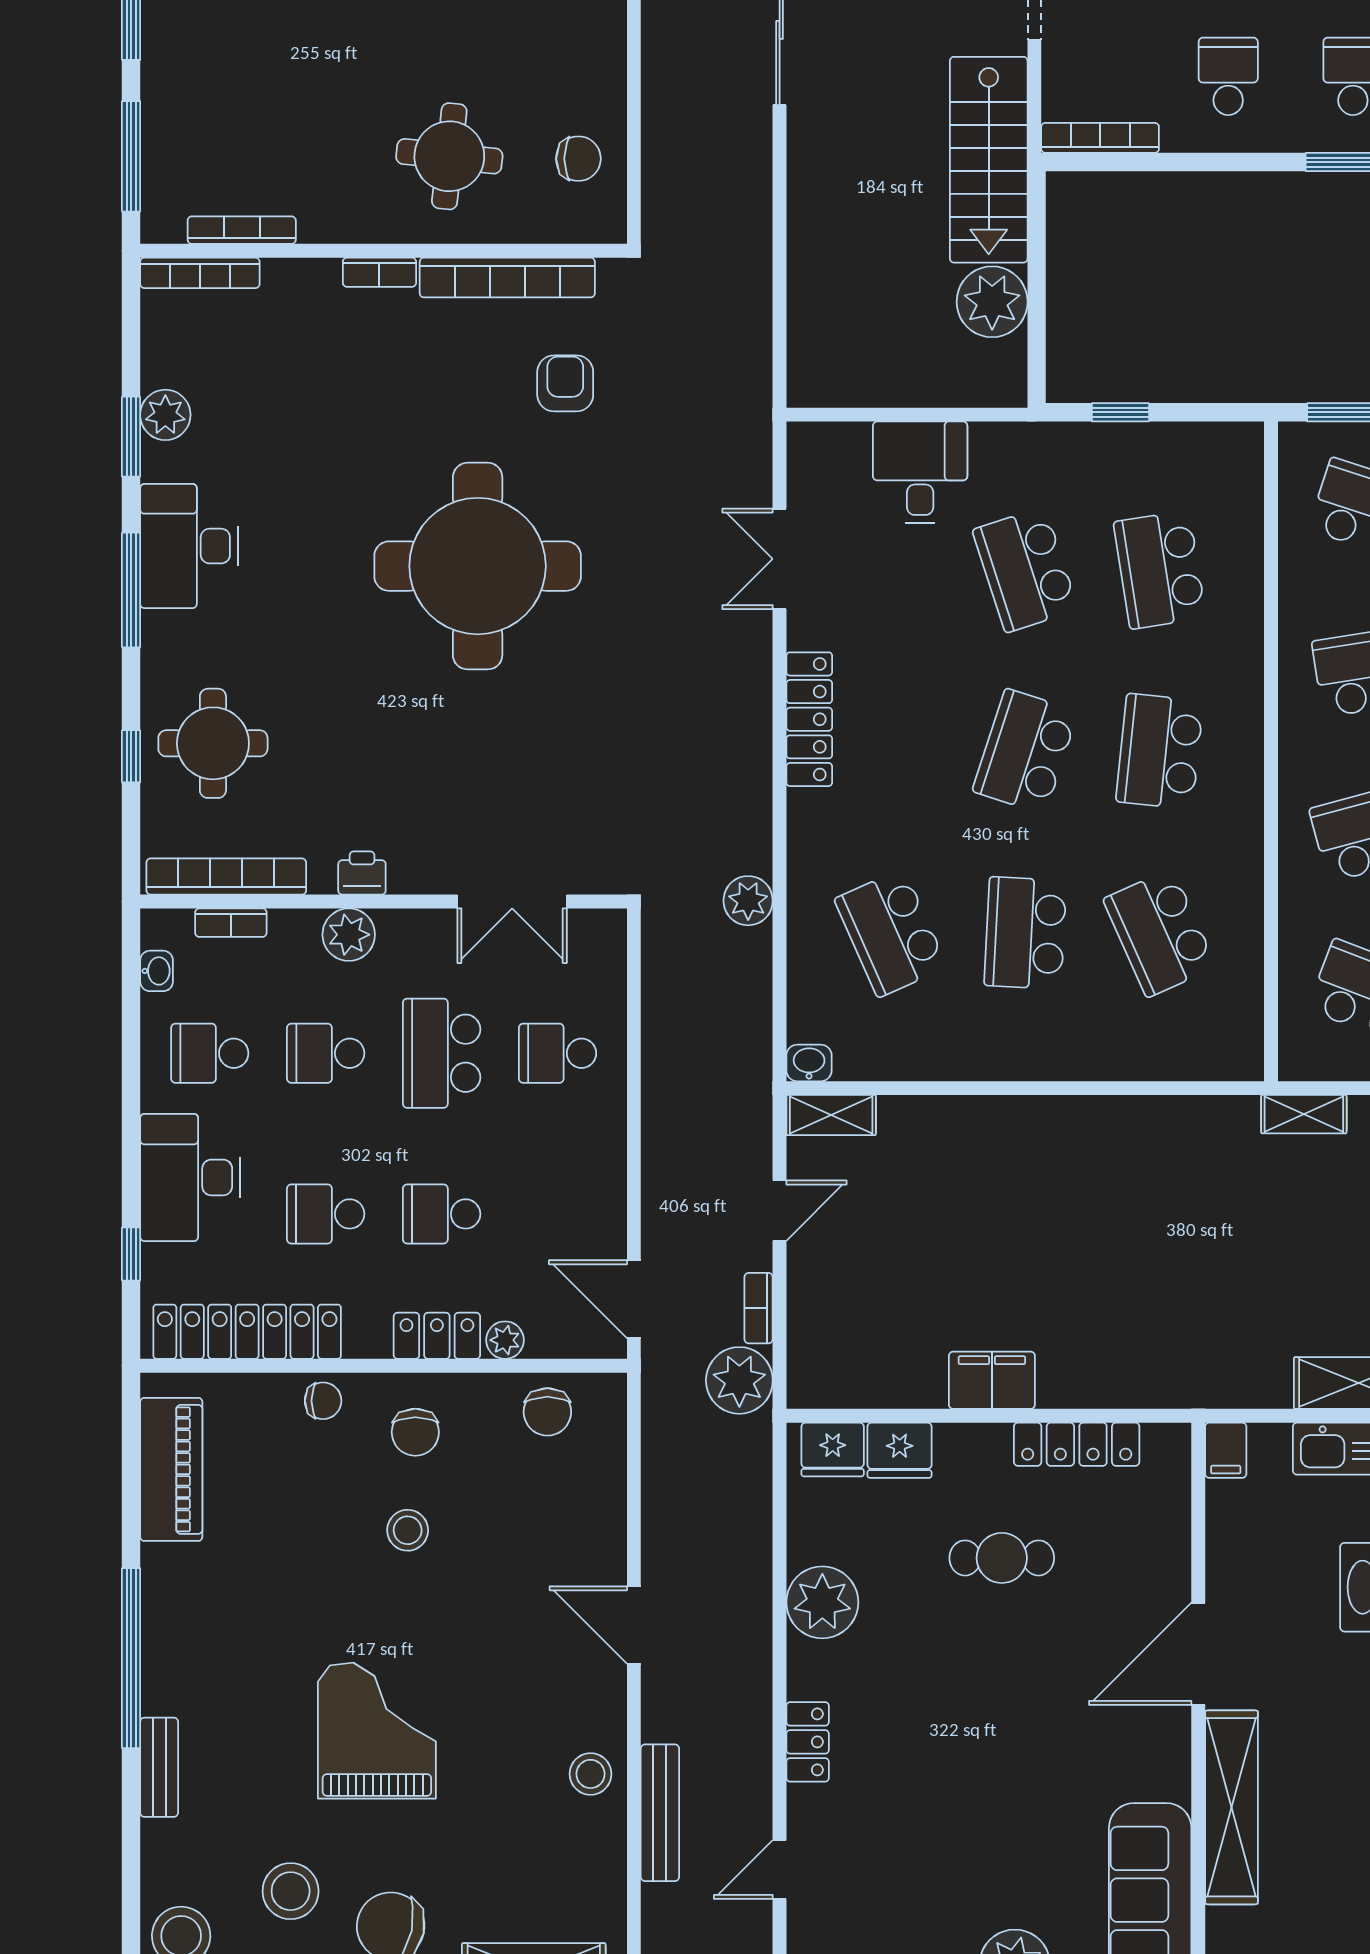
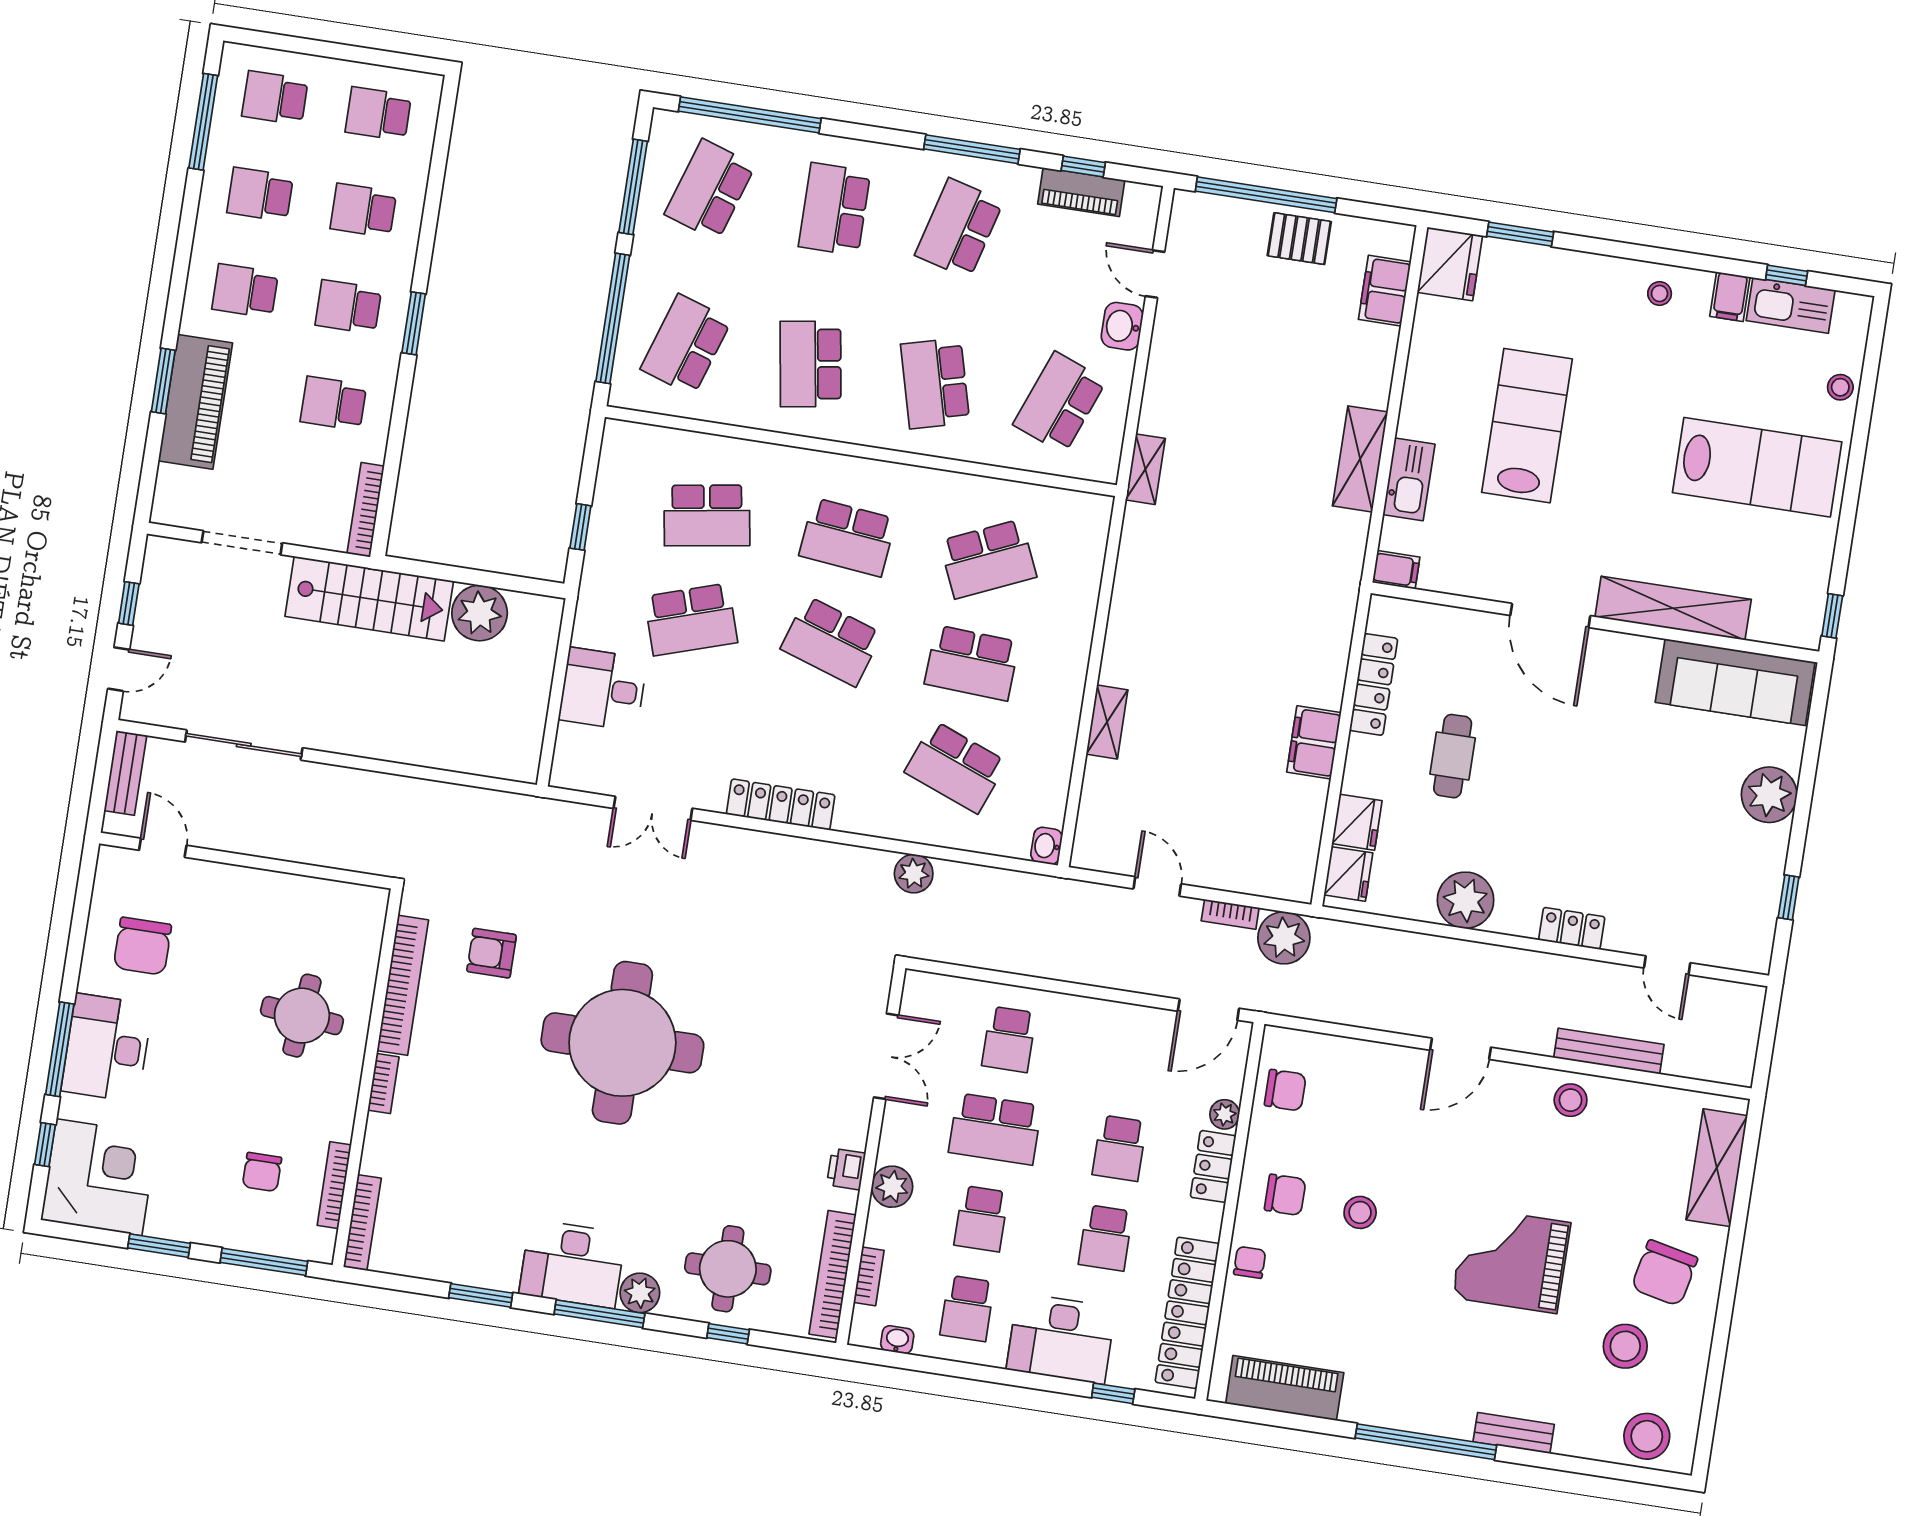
chair: (578, 159) -> (262, 1172), moved, turned 180
plant: (165, 415) -> (640, 1293), moved
school desk: (891, 933) -> (956, 767), turned 45
shelving: (831, 1115) -> (1107, 722), moved

